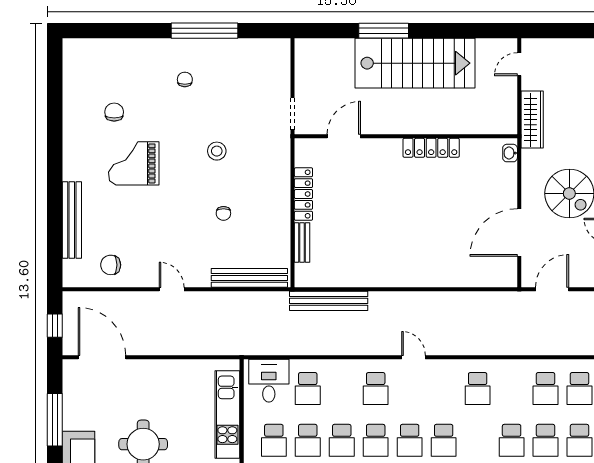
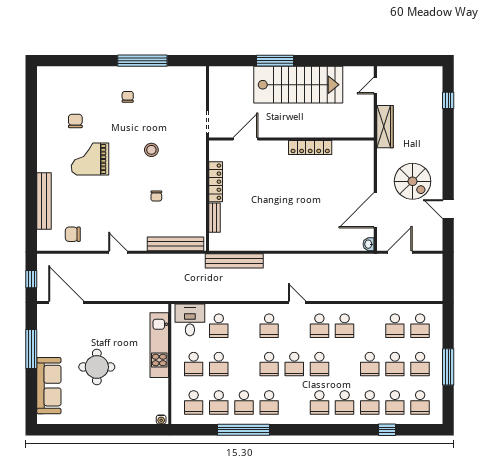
washbasin: (510, 153) -> (369, 244), moved
school desk: (342, 440) -> (319, 326), moved

